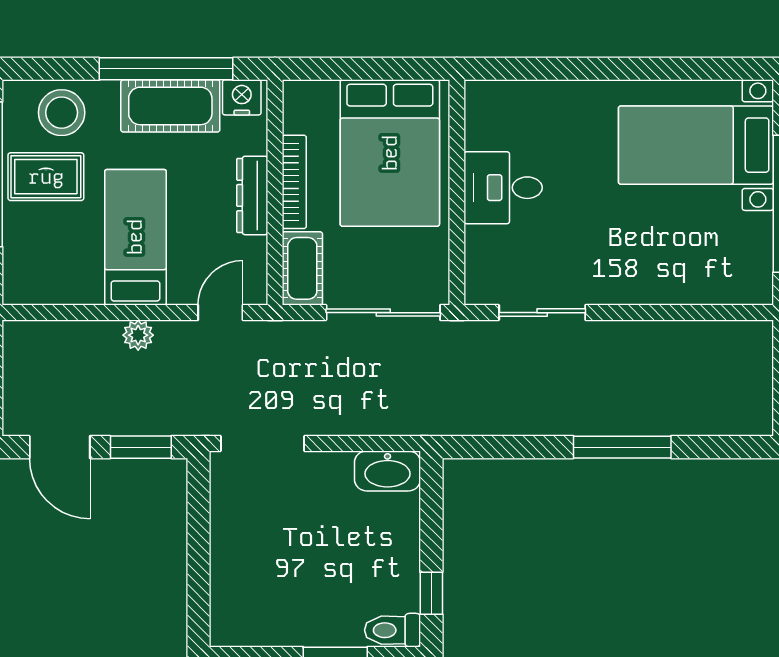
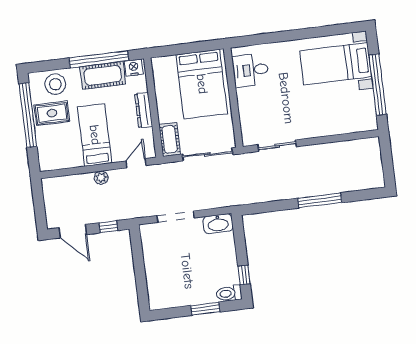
bookcase: (294, 182) -> (161, 102), removed
desk: (503, 188) -> (250, 70), moved
doorway: (262, 443) -> (176, 217), moved
window: (141, 447) -> (108, 227), width x0.67

